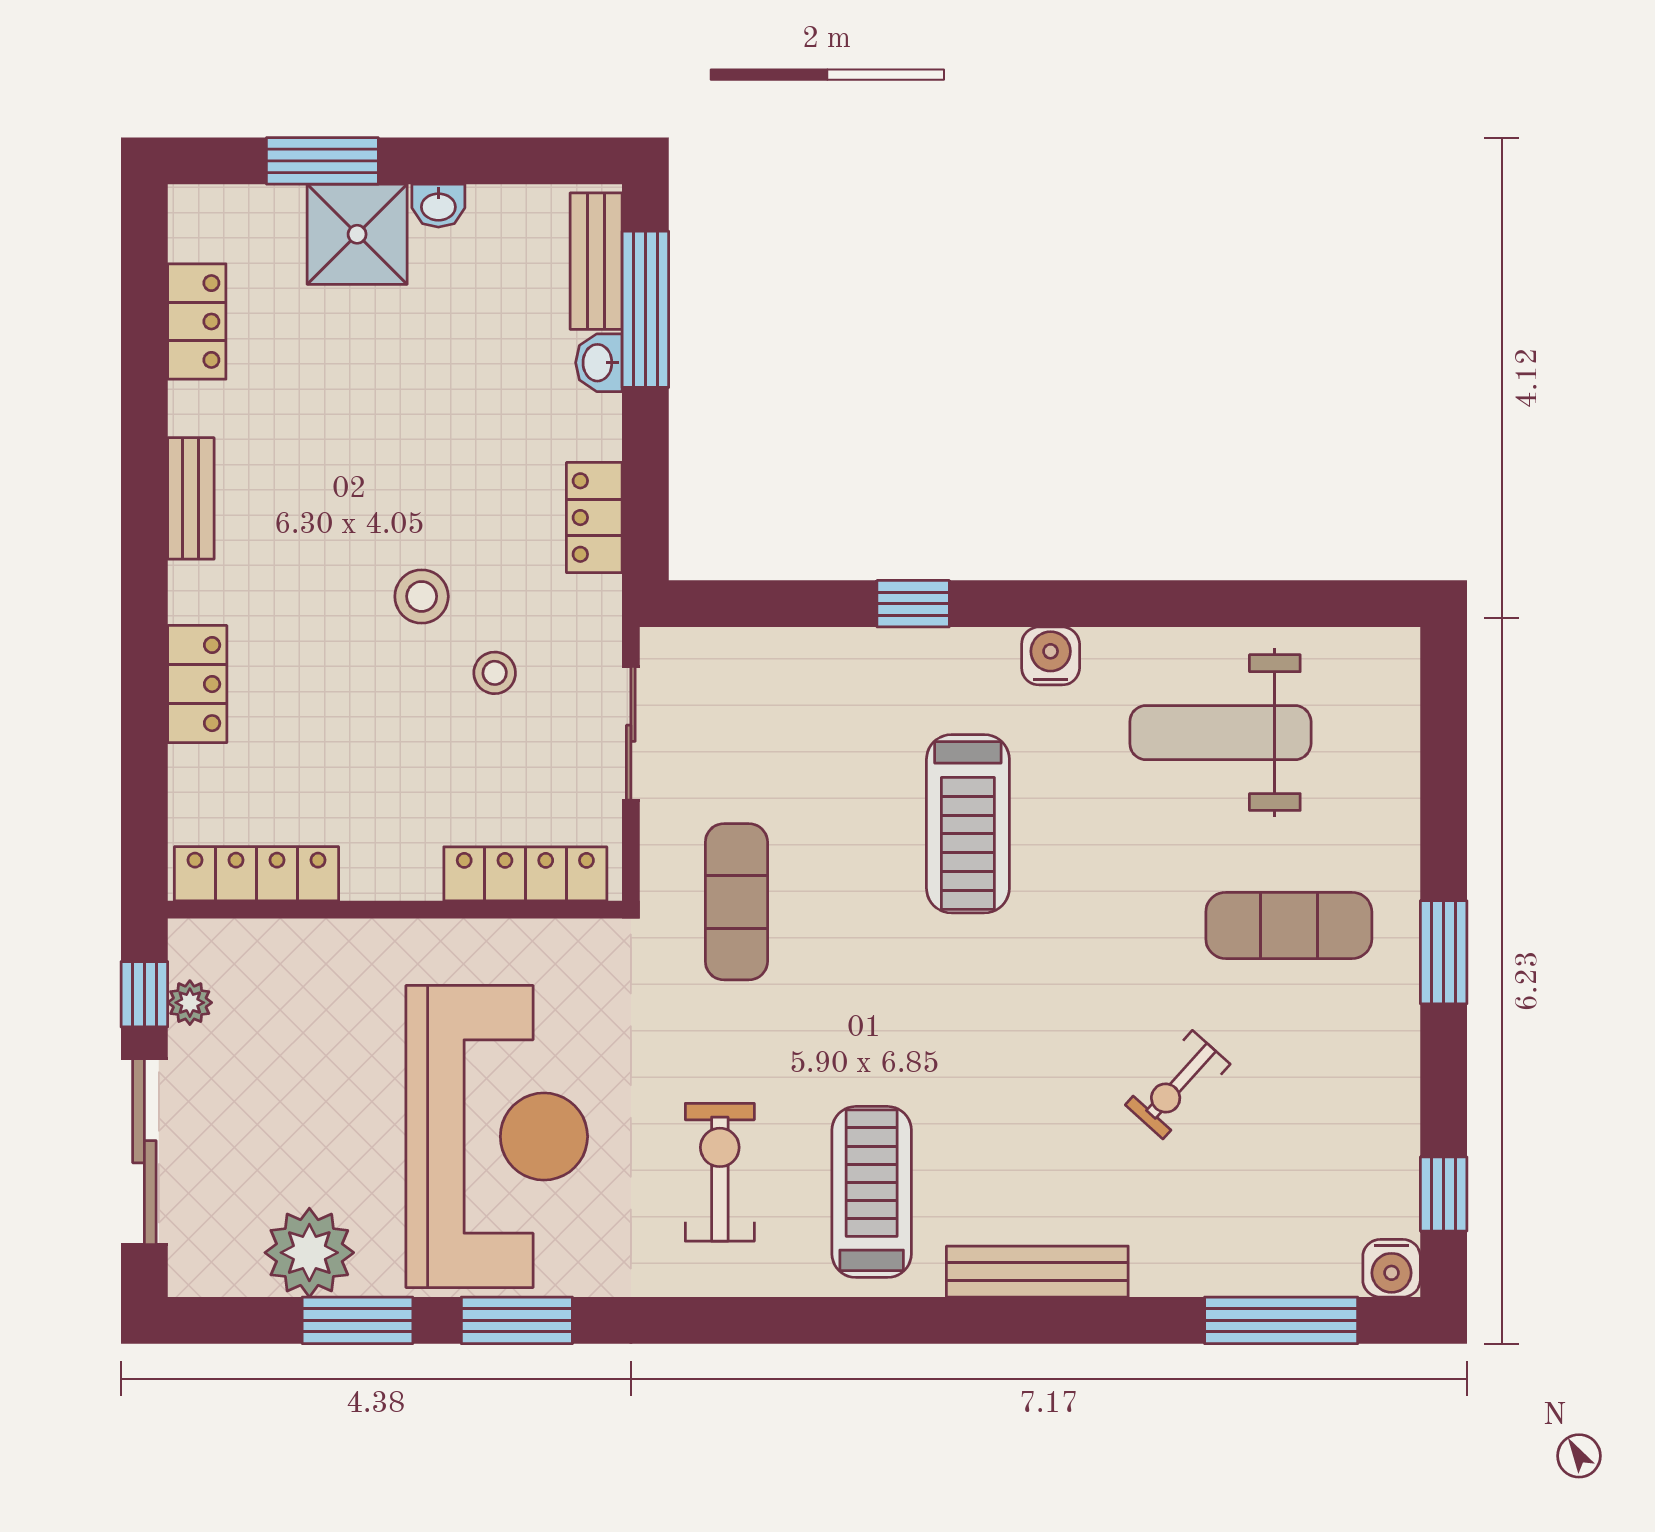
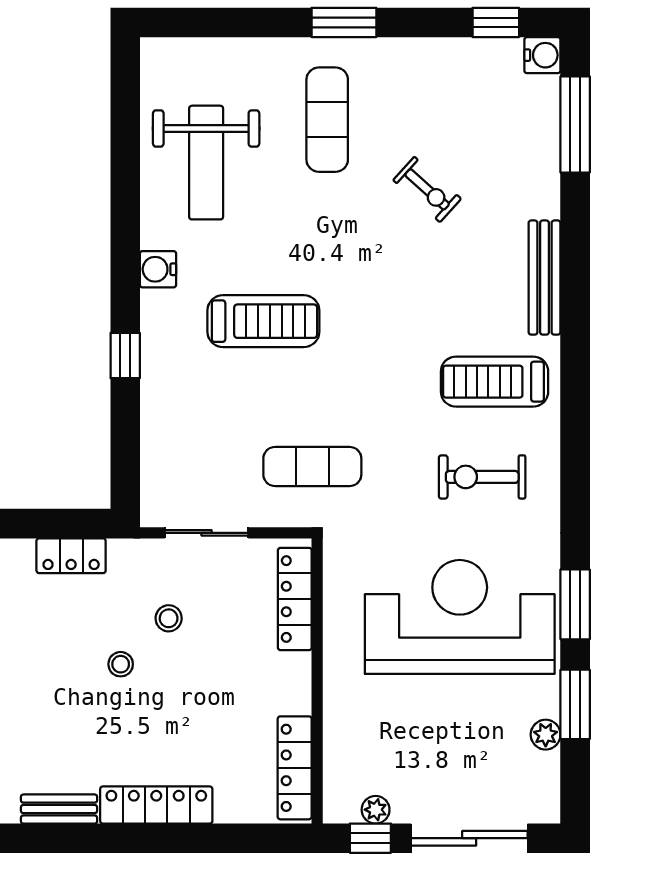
stool: (422, 596) -> (121, 664), width x0.73, depth x0.73
locker: (197, 684) -> (156, 805), width x1.53
plant: (309, 1253) -> (546, 735), width x0.53, depth x0.53

